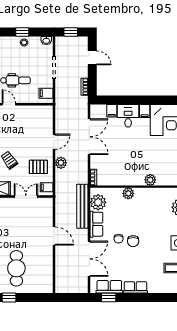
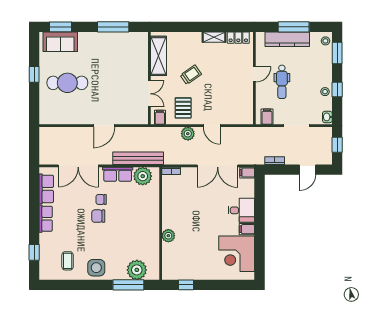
filing cabinet: (112, 111) -> (247, 173), moved
plant: (128, 193) -> (153, 211), removed
window: (109, 297) -> (34, 252), moved

